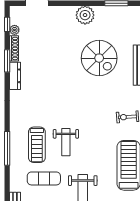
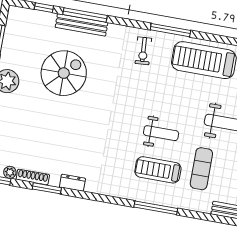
dresser: (15, 76) -> (72, 183), width x0.70
treadmill: (37, 145) -> (158, 170), turned 180

